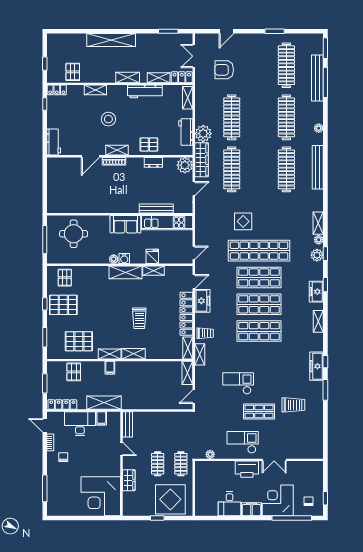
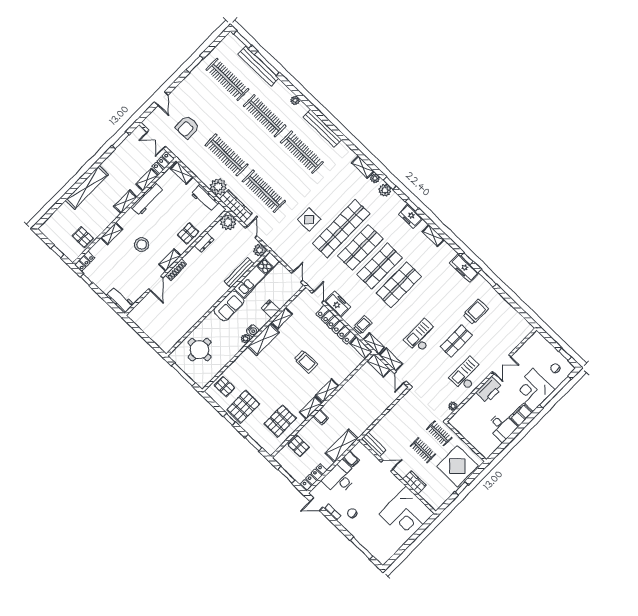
plant: (187, 207) -> (259, 250), added
shelving: (200, 378) -> (391, 360), added

